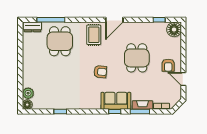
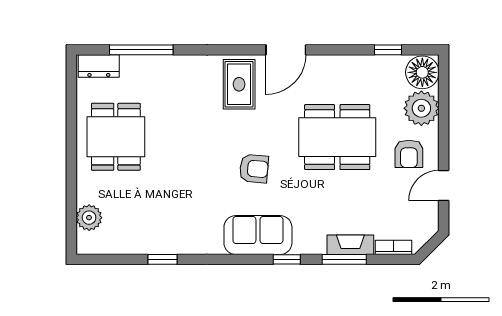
dining table: (60, 41) -> (116, 137), moved
plant: (174, 45) -> (421, 108), added
dining table: (137, 58) -> (337, 137), width x1.38
door: (183, 79) -> (444, 185), hinge flipped
sofa: (116, 101) -> (258, 235), moved
floor lamp: (27, 105) -> (87, 244), removed

